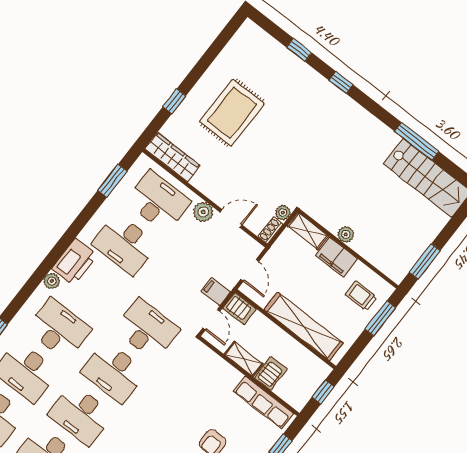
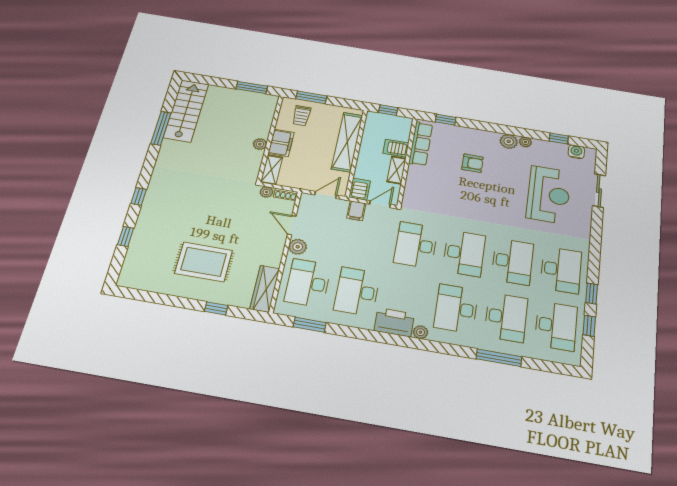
desk: (125, 244) -> (357, 291), turned 180

